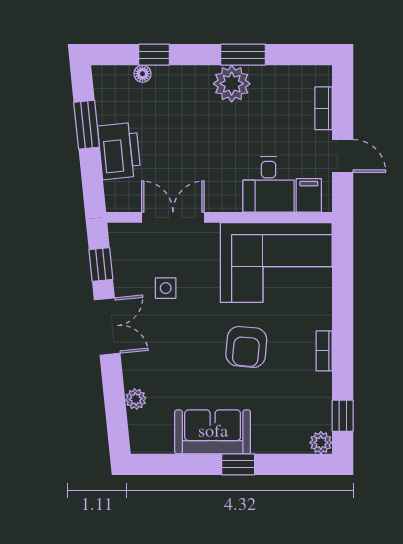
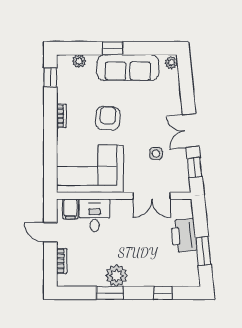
floor lamp: (142, 74) -> (170, 282), removed
plant: (136, 399) -> (171, 63), moved
sofa: (213, 432) -> (128, 68), width x1.36
plant: (321, 443) -> (79, 61), moved

